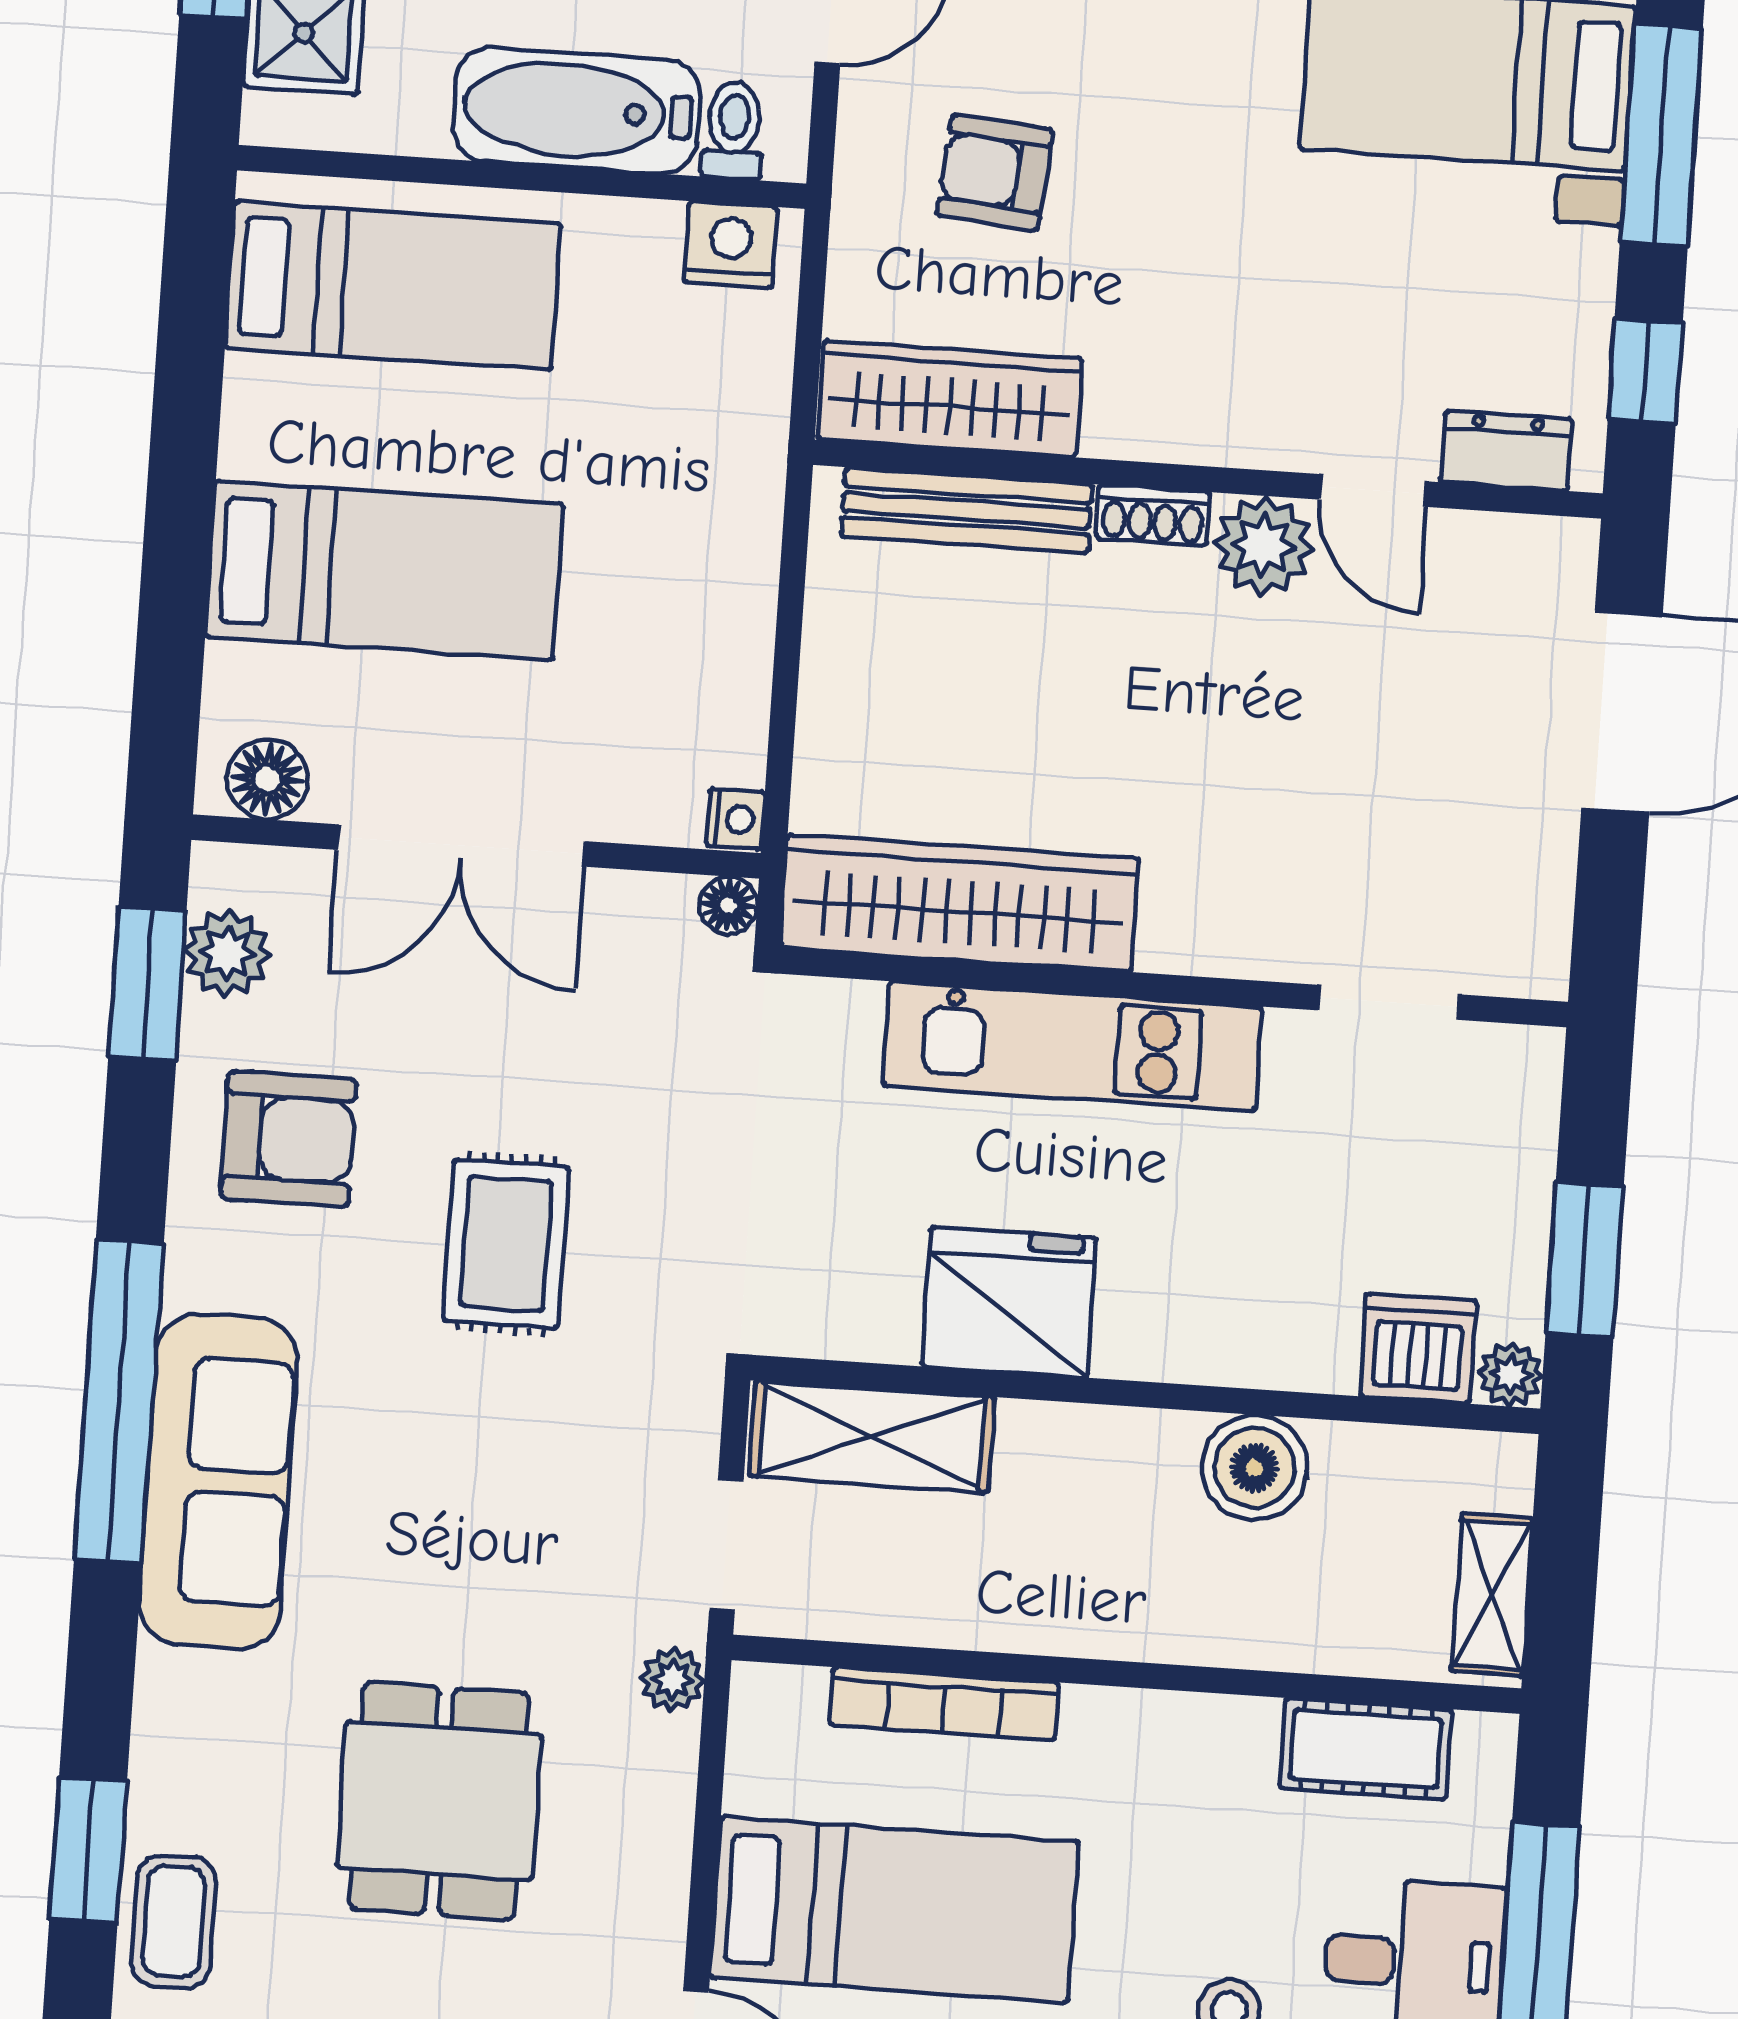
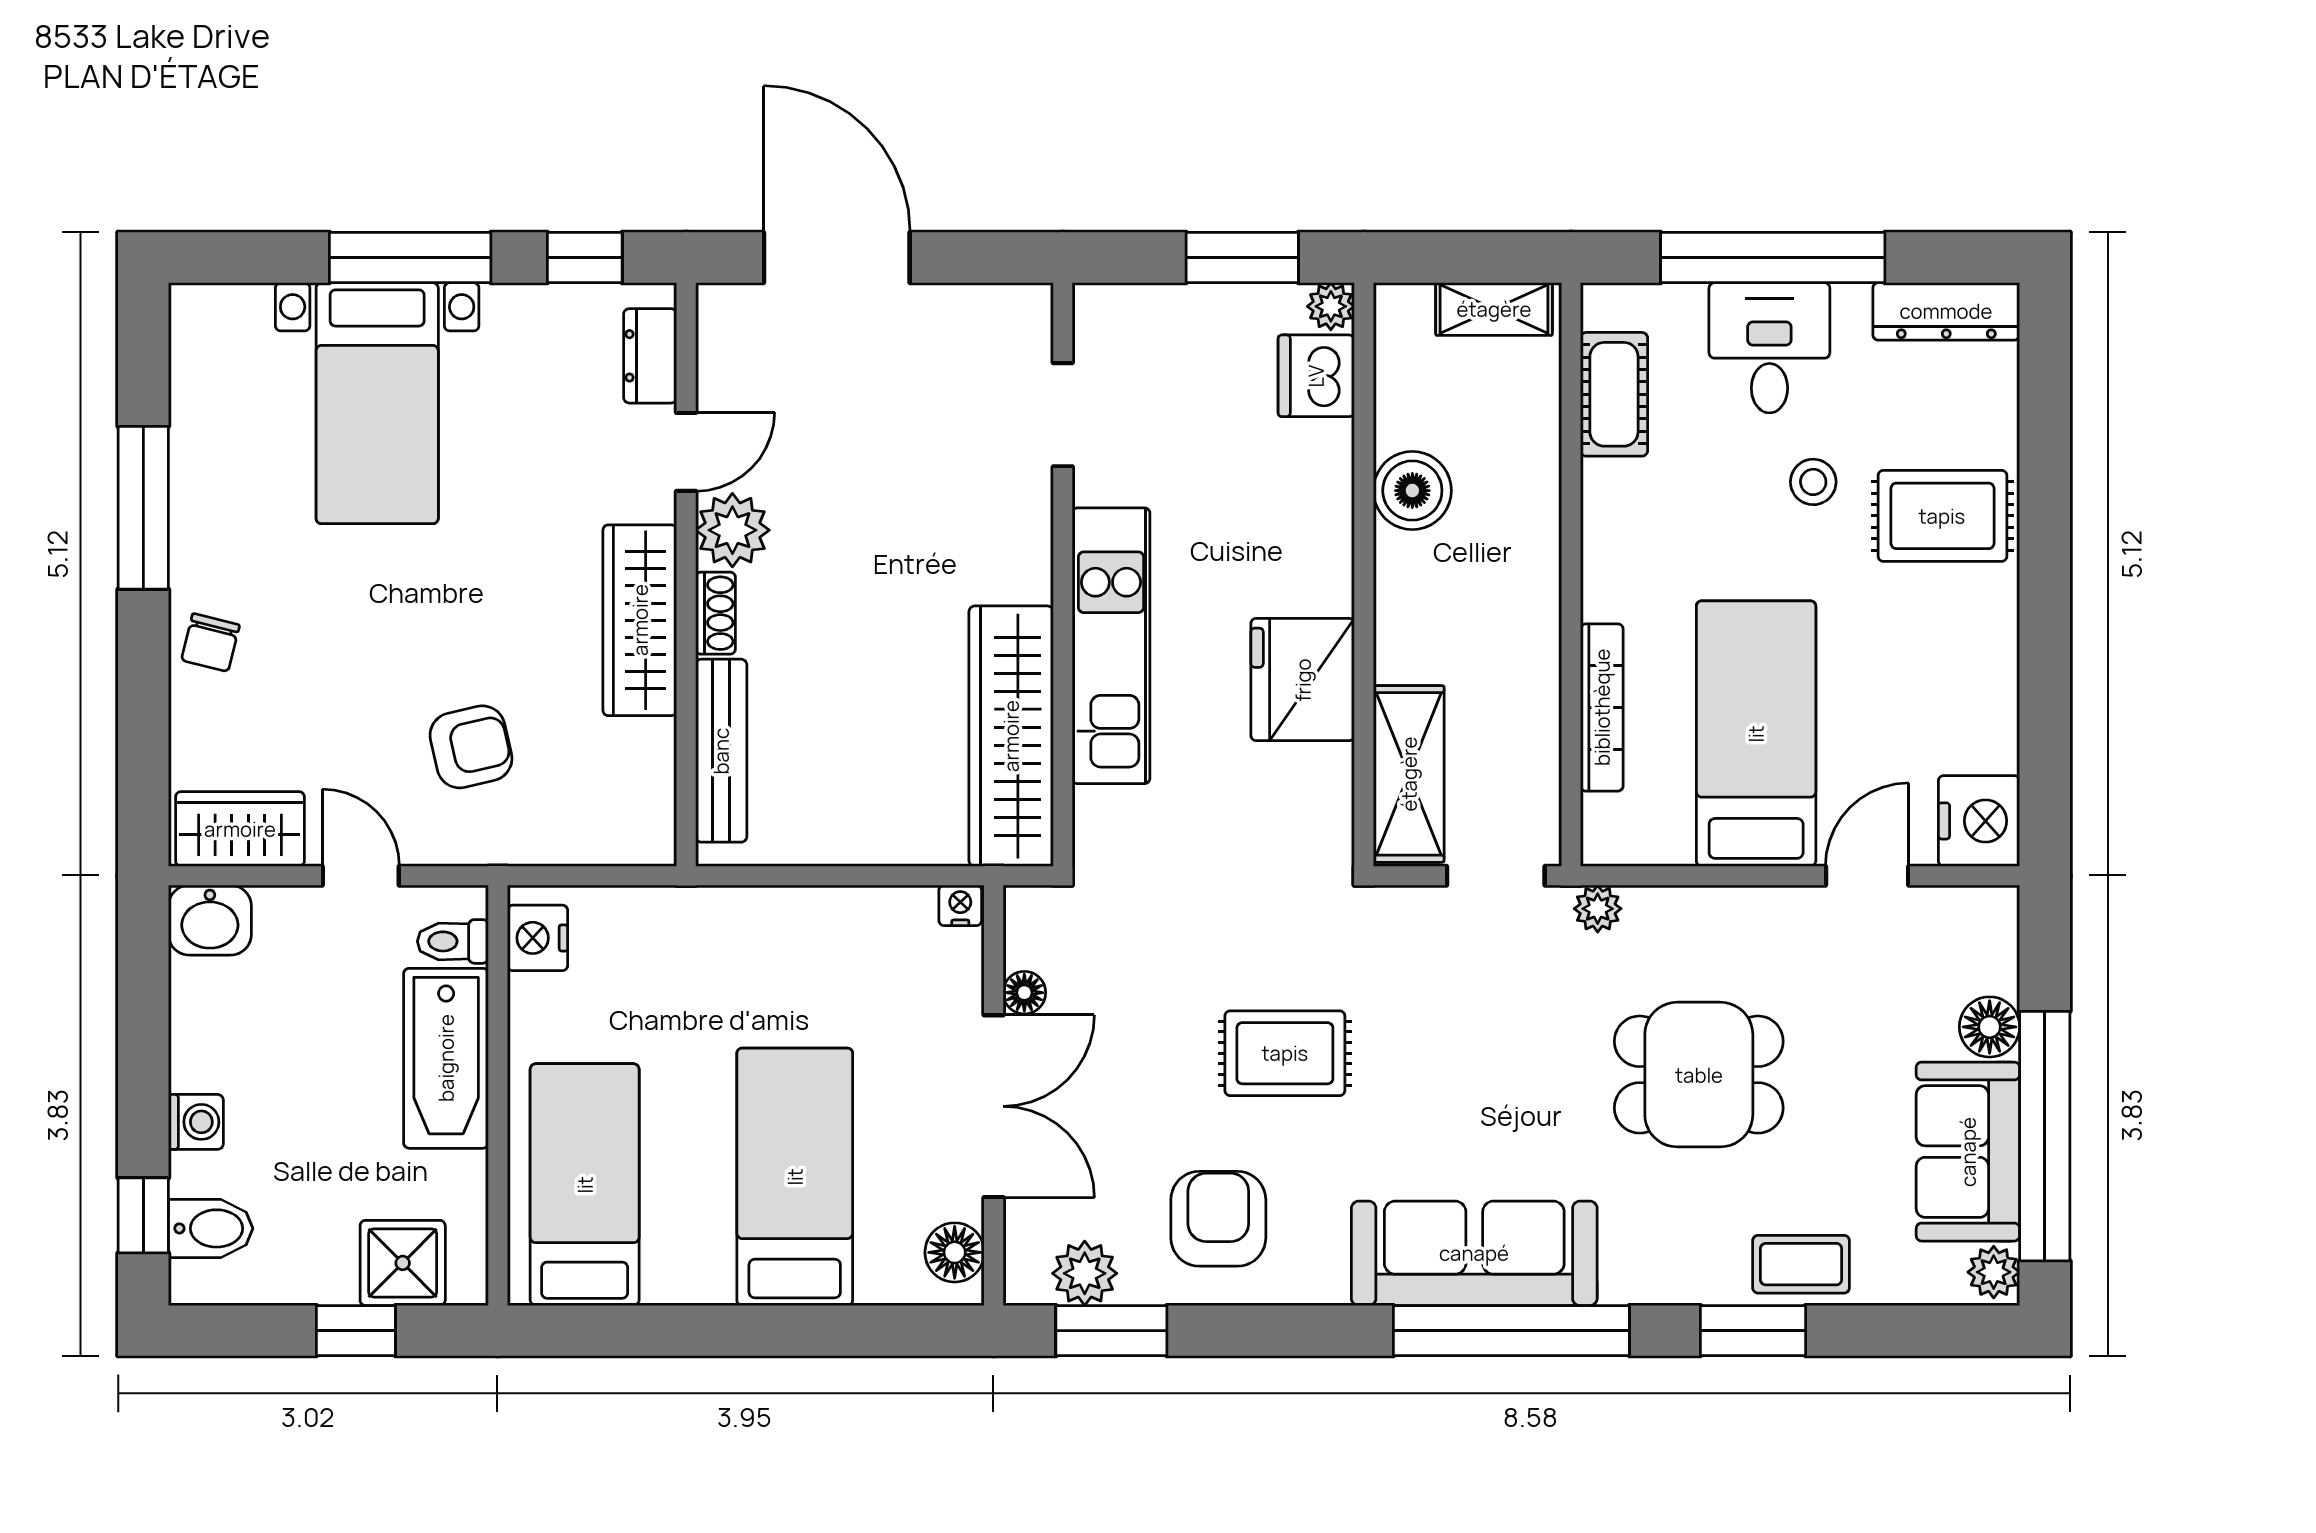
armchair: (995, 173) -> (471, 747), turned -108
wardrobe: (950, 399) -> (640, 620), moved
floor lamp: (728, 905) -> (1024, 993), moved
window: (119, 1402) -> (1511, 1331), moved

